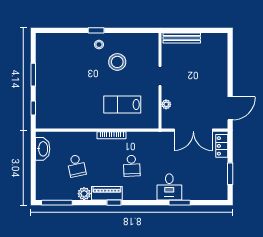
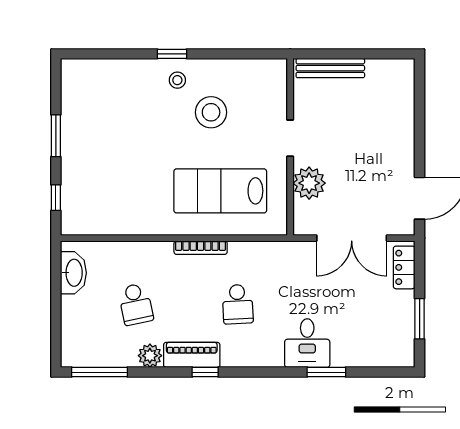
lab bench: (122, 104) -> (220, 191), width x1.36, depth x1.39
plant: (166, 104) -> (309, 183), width x1.88, depth x1.88

